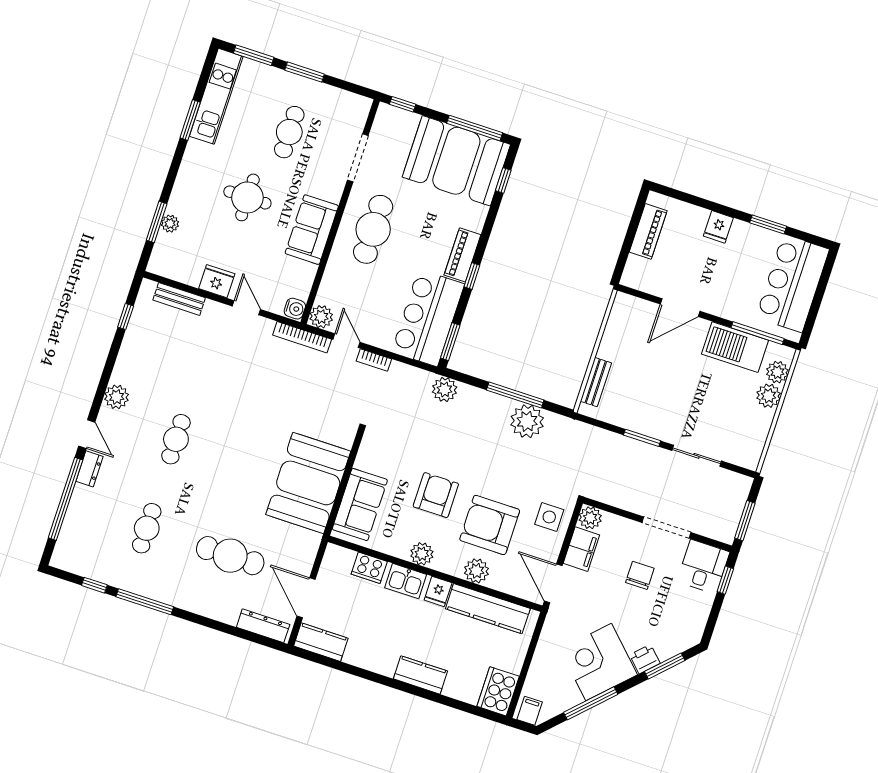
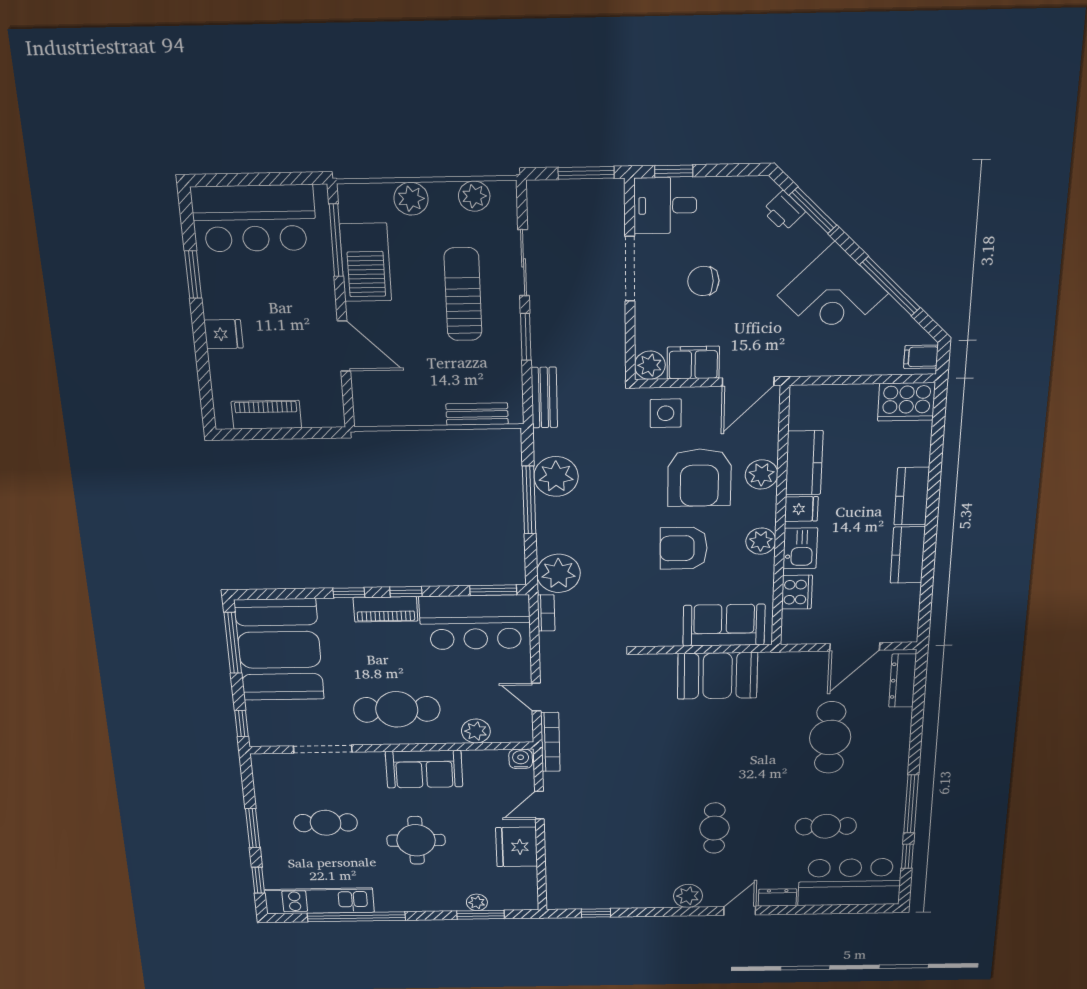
window: (254, 55) -> (258, 880), width x0.67
window: (190, 120) -> (356, 917), width x2.11
window: (503, 180) -> (349, 593), moved
fridge: (217, 281) -> (517, 847), width x1.36, depth x1.34
bench: (179, 299) -> (544, 398), moved
plant: (321, 317) -> (476, 731), moved
door: (346, 341) -> (536, 697), hinge flipped
bookcase: (374, 360) -> (546, 613), moved
plant: (777, 372) -> (474, 196), moved
plant: (445, 390) -> (558, 573), width x1.36, depth x1.36
sun lounger: (689, 406) -> (463, 294), added
cafe table: (176, 439) -> (714, 828), turned 90
booth: (308, 483) -> (717, 676), width x0.73, depth x0.70
window: (66, 499) -> (819, 910), removed
bar counter: (85, 532) -> (850, 882), added
kitchen counter: (488, 609) -> (804, 463), width x0.67
kitchen counter: (321, 642) -> (908, 555), moved
printer: (645, 659) -> (784, 211), moved

